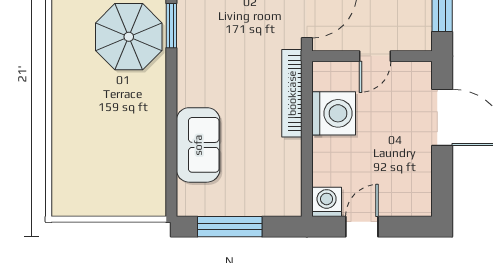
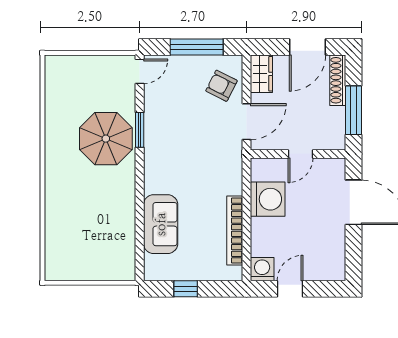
bookcase: (292, 93) -> (235, 231), moved
window: (230, 227) -> (186, 289), width x0.46

